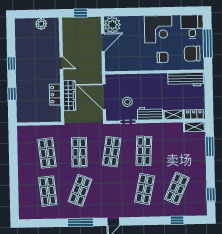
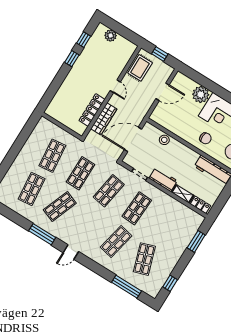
plant: (41, 24) -> (111, 35), moved
plant: (112, 25) -> (201, 94), moved
rug: (72, 35) -> (140, 68), added
window: (12, 94) -> (84, 40), moved
locker: (55, 95) -> (92, 110), width x1.53
door: (104, 97) -> (133, 139), hinge flipped
stool: (127, 102) -> (164, 140), moved
shelving: (194, 127) -> (194, 216), removed
shop shelf: (177, 188) -> (144, 259), turned -42
window: (177, 220) -> (127, 287), width x2.17

